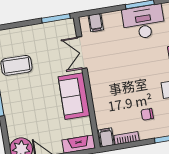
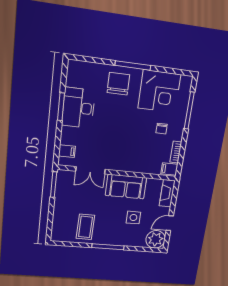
side table: (41, 115) -> (133, 218), added

